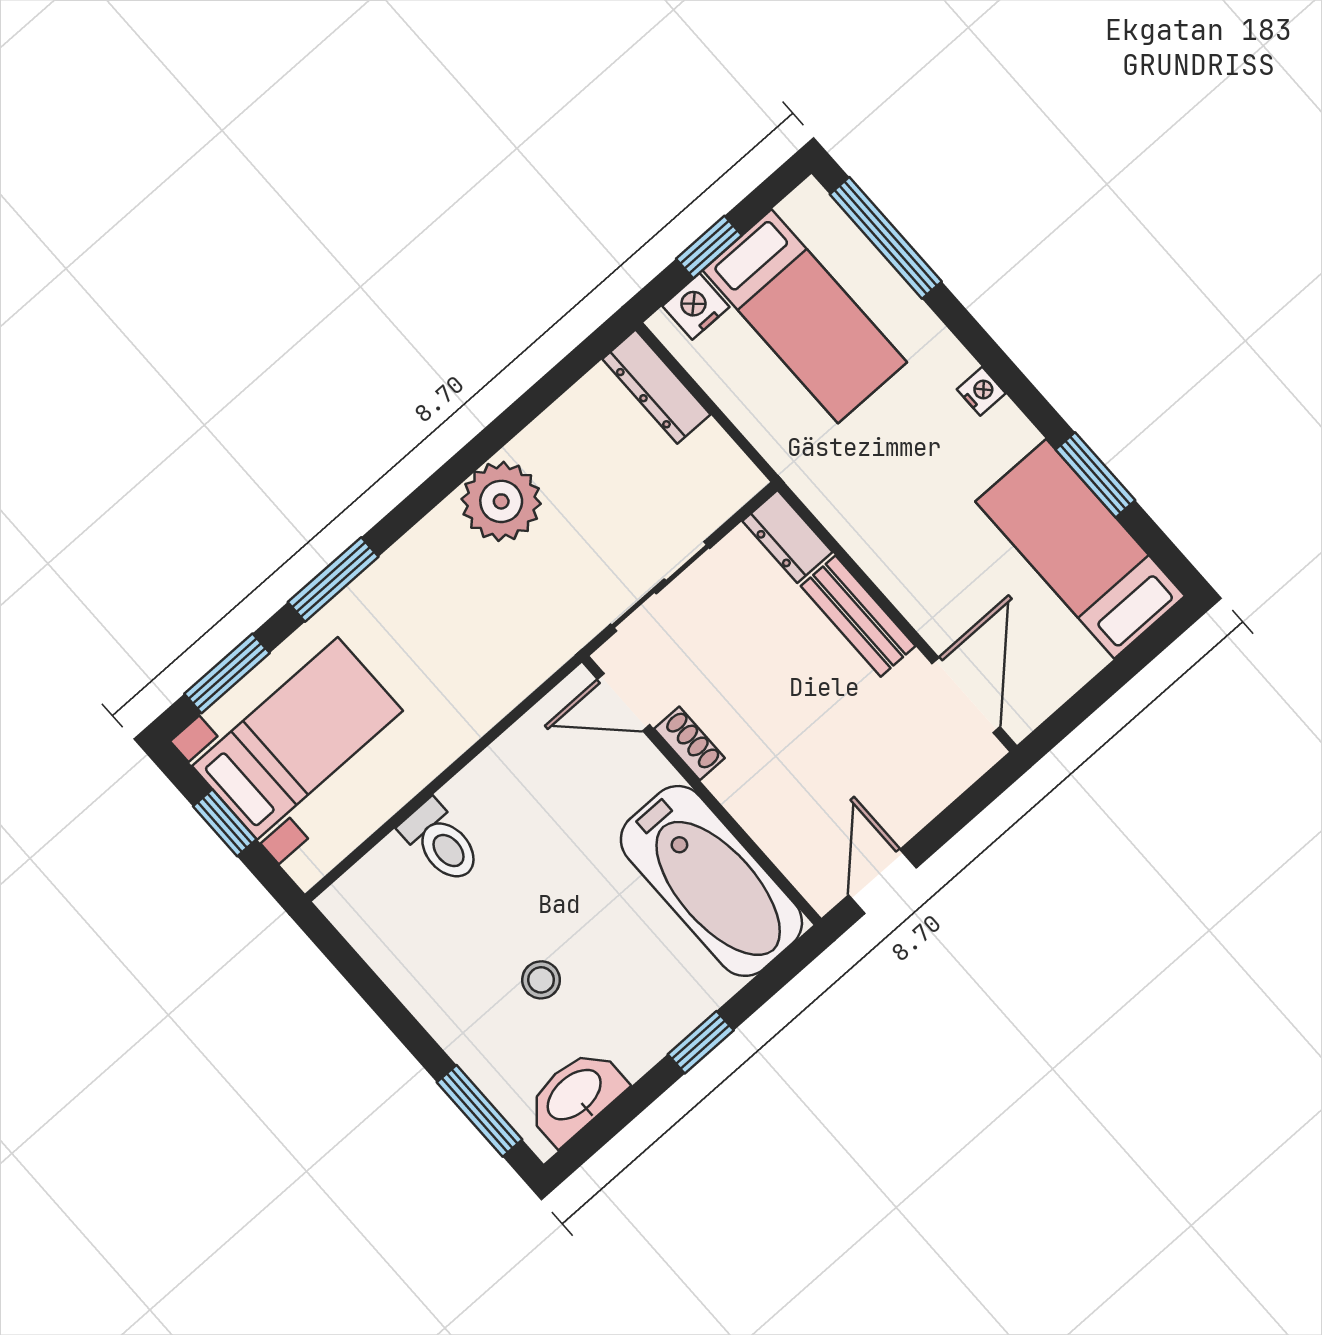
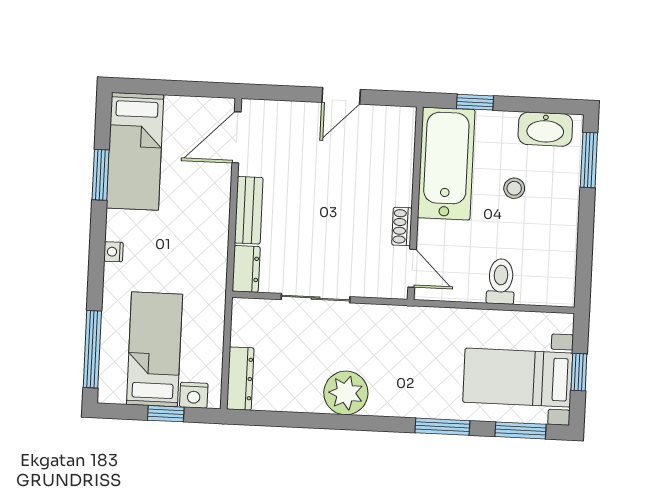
door: (623, 702) -> (412, 268), moved
shoe rack: (689, 743) -> (402, 226), moved
wall: (702, 790) -> (415, 203), moved
bathtub: (711, 881) -> (446, 164), moved

